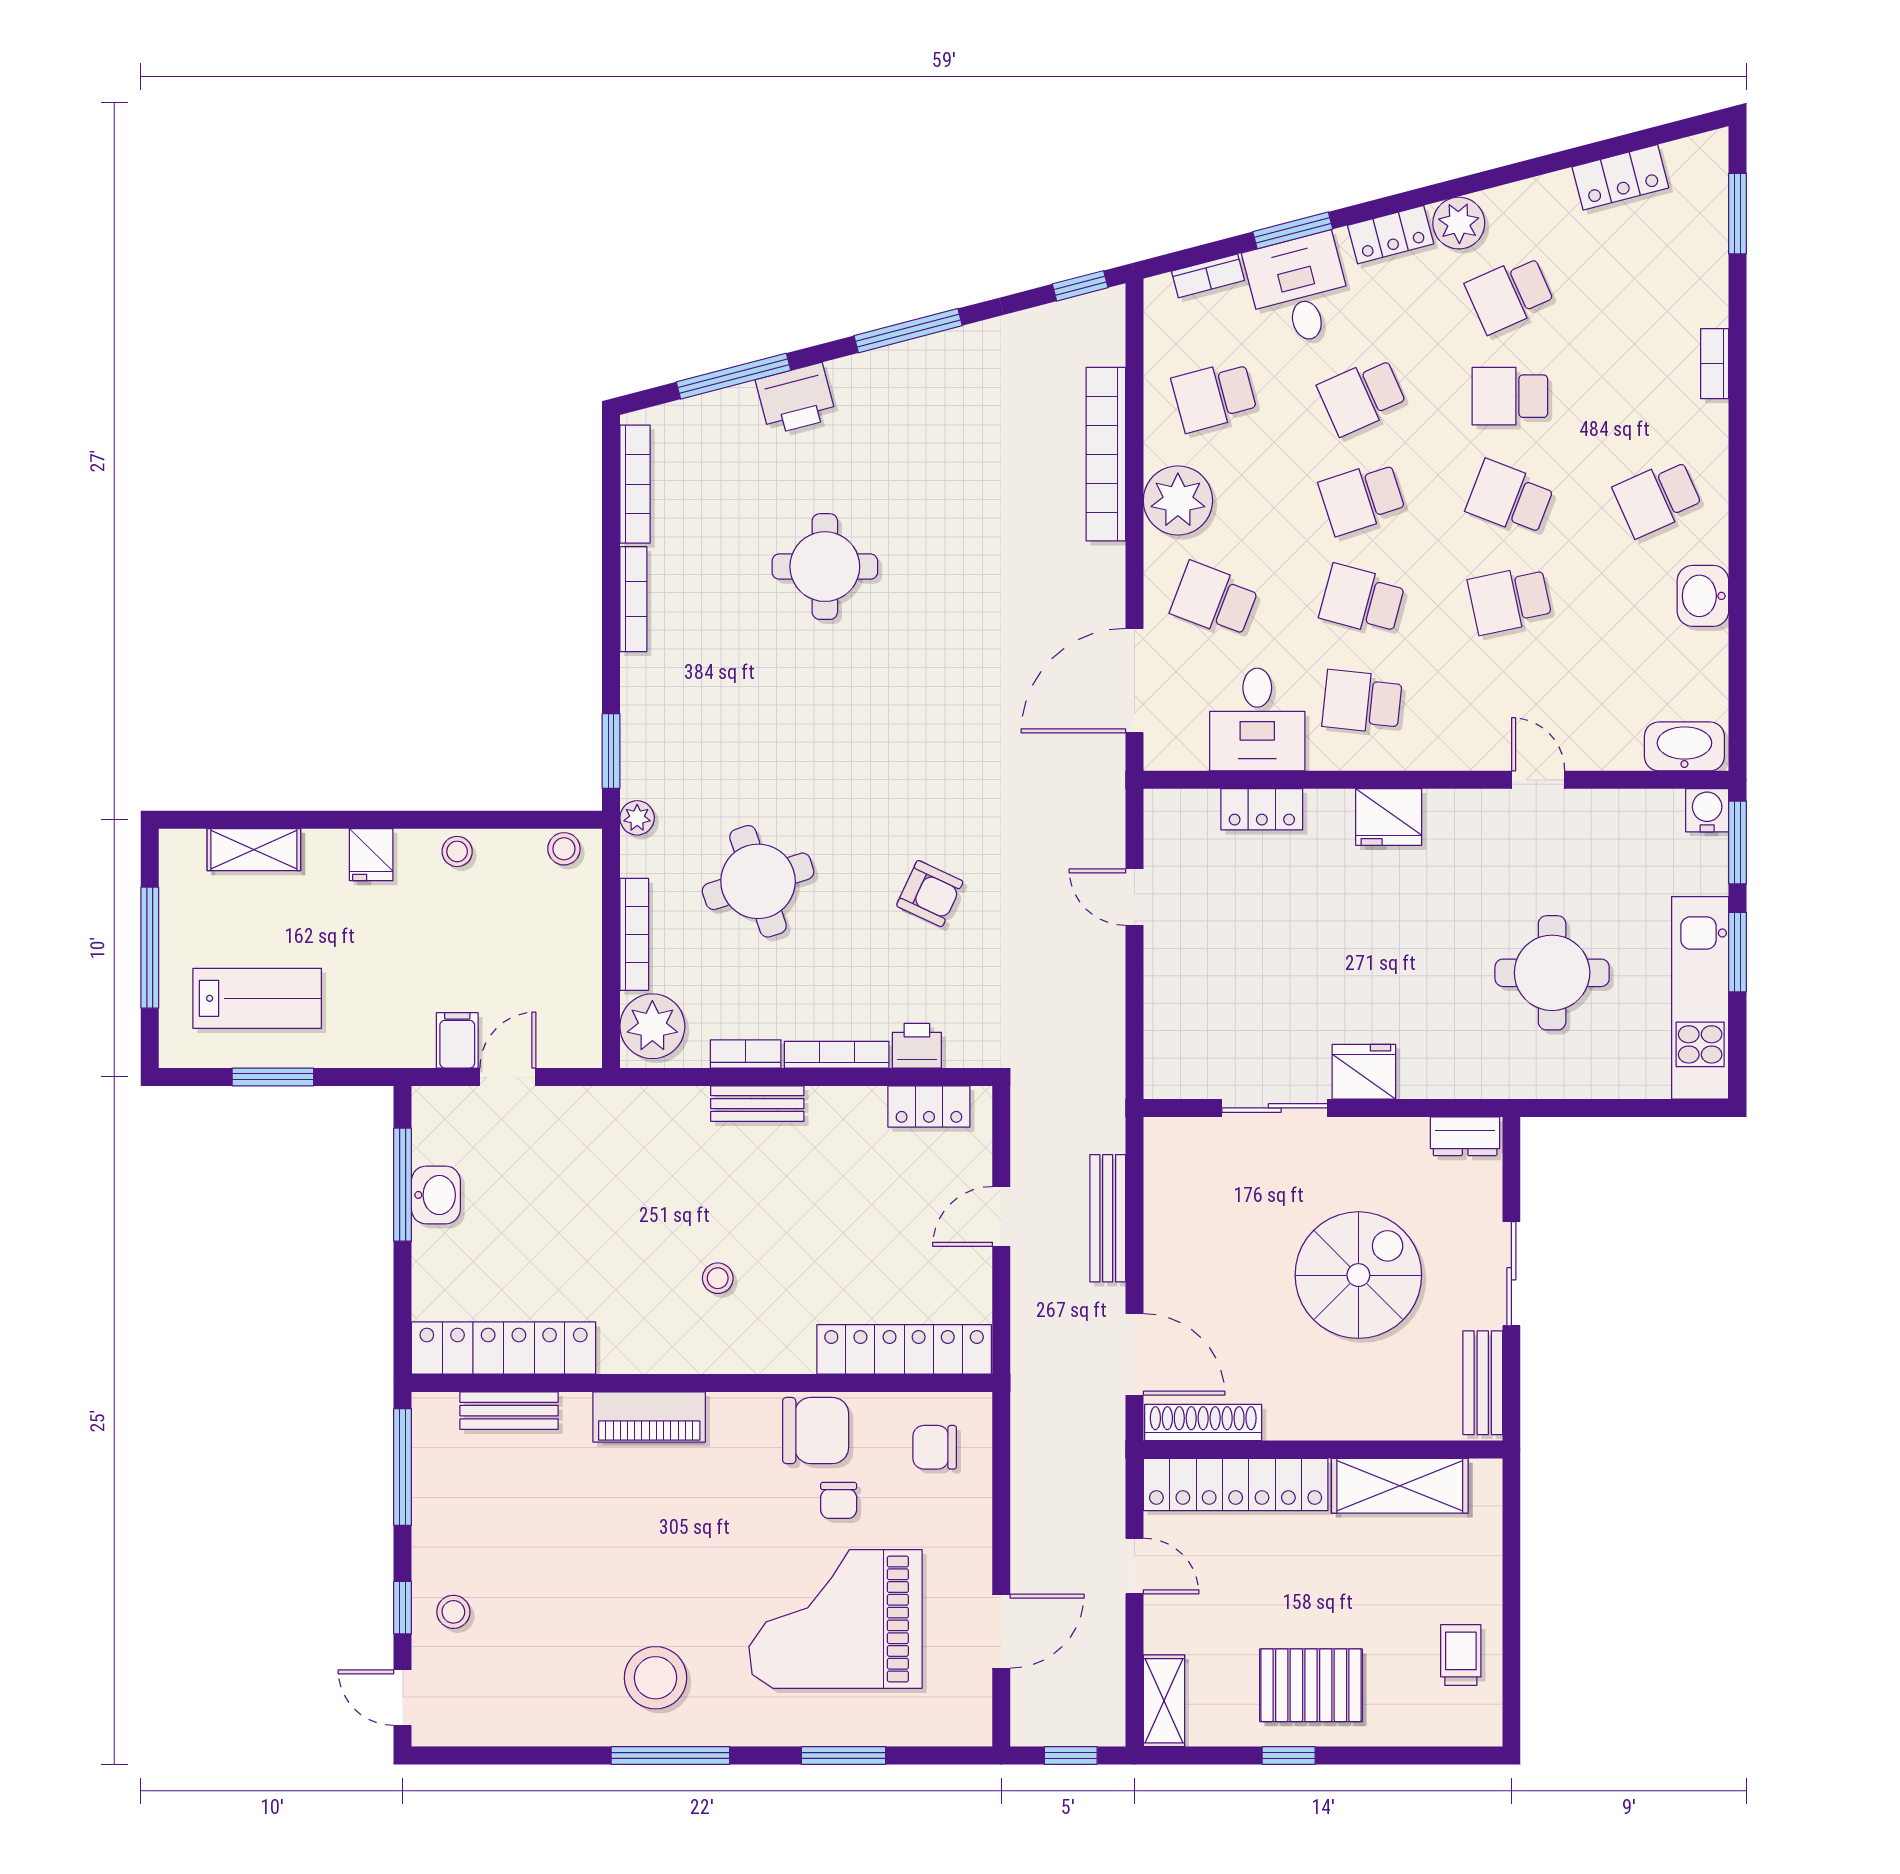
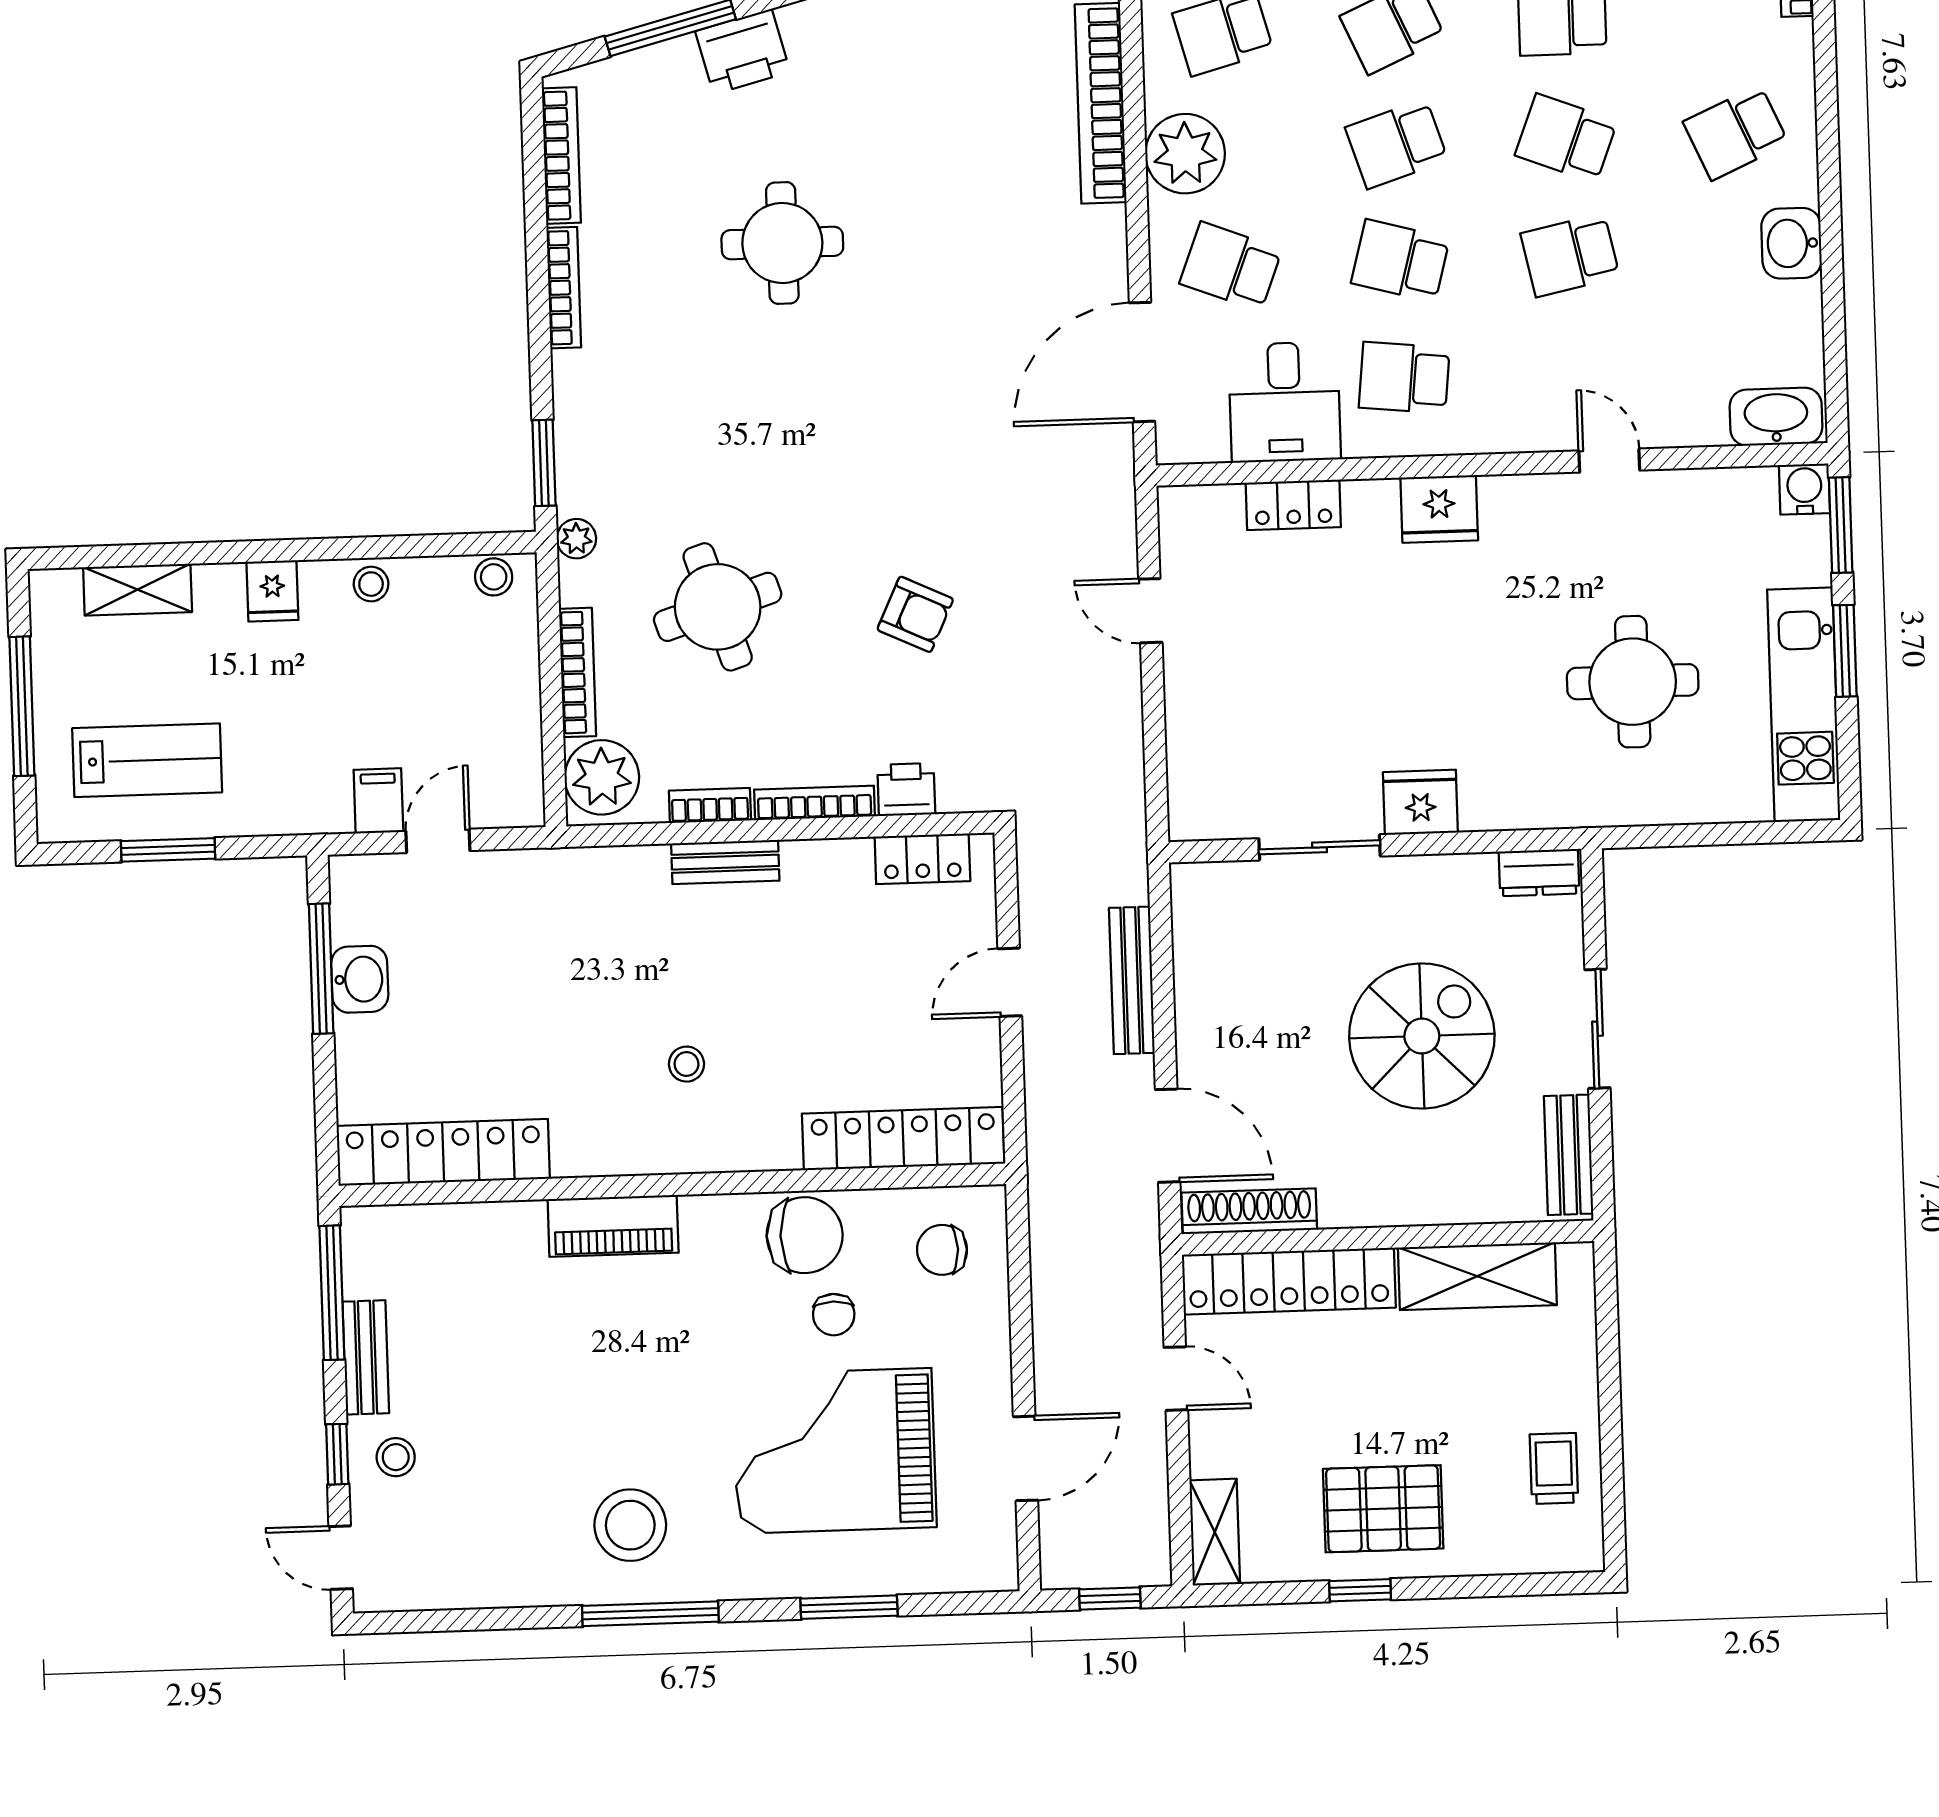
bench: (509, 1411) -> (366, 1357), moved, turned 90

